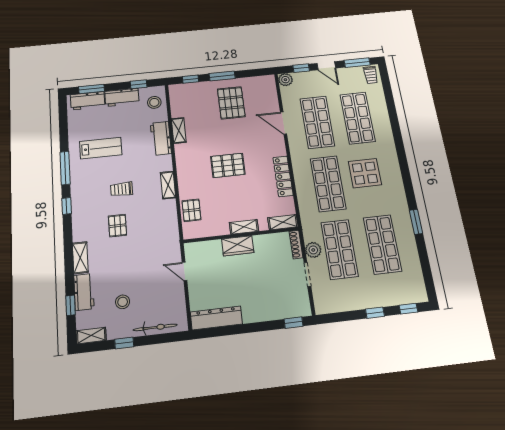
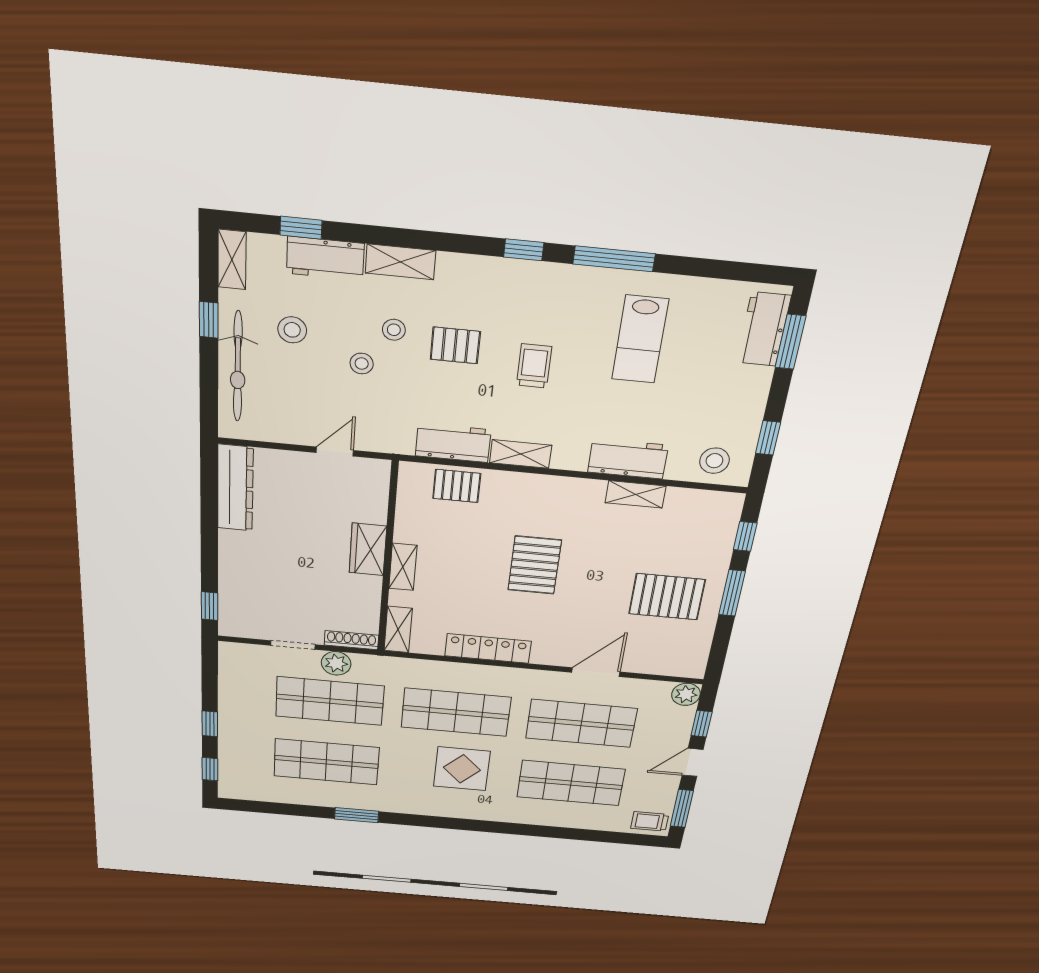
workbench: (122, 97) -> (453, 443), moved, turned 90
stool: (114, 255) -> (394, 330), added
stool: (134, 266) -> (362, 364), added
bicycle: (155, 327) -> (238, 367), width x1.37, depth x1.40

